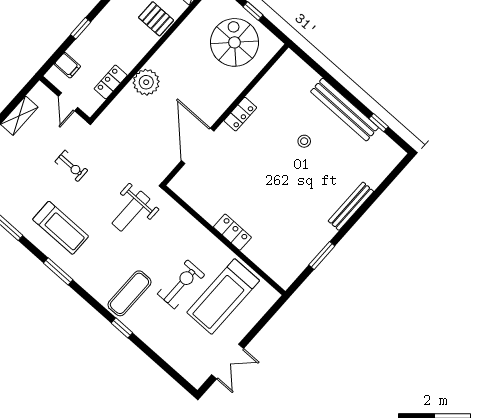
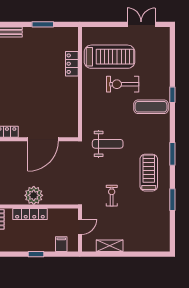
locker: (111, 82) -> (30, 214), moved, width x1.53
locker: (232, 232) -> (72, 64), moved

